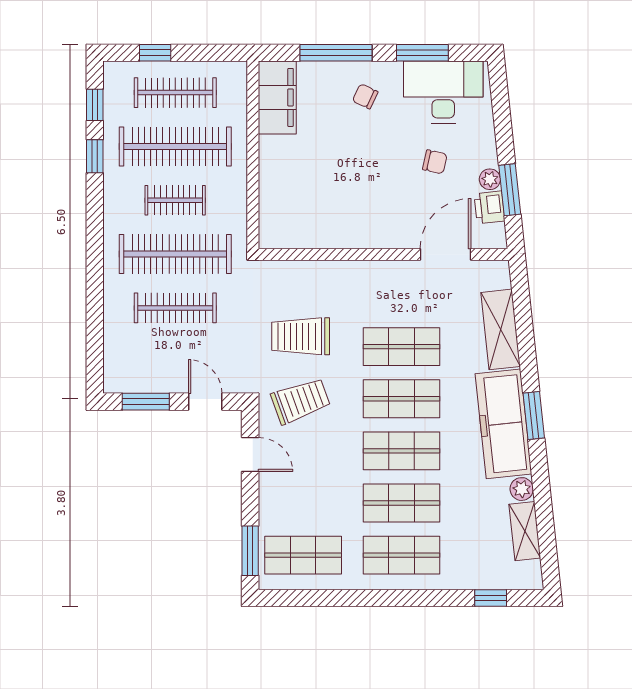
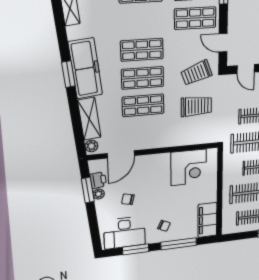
corner desk: (316, 214) -> (189, 167), added
plant: (522, 489) -> (91, 146), moved
shop shelf: (401, 503) -> (195, 18), moved

